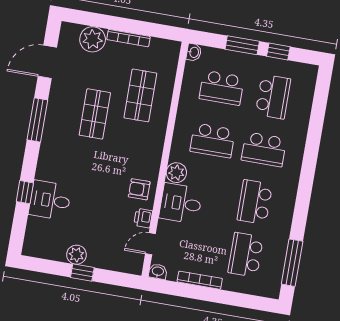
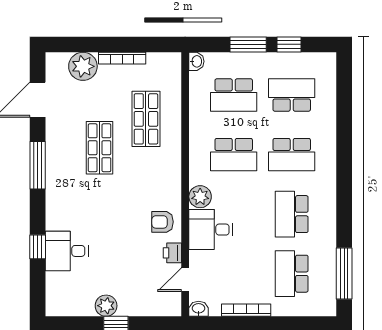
school desk: (273, 97) -> (292, 95), turned -90

